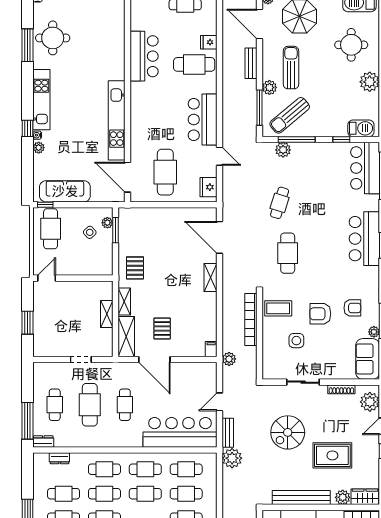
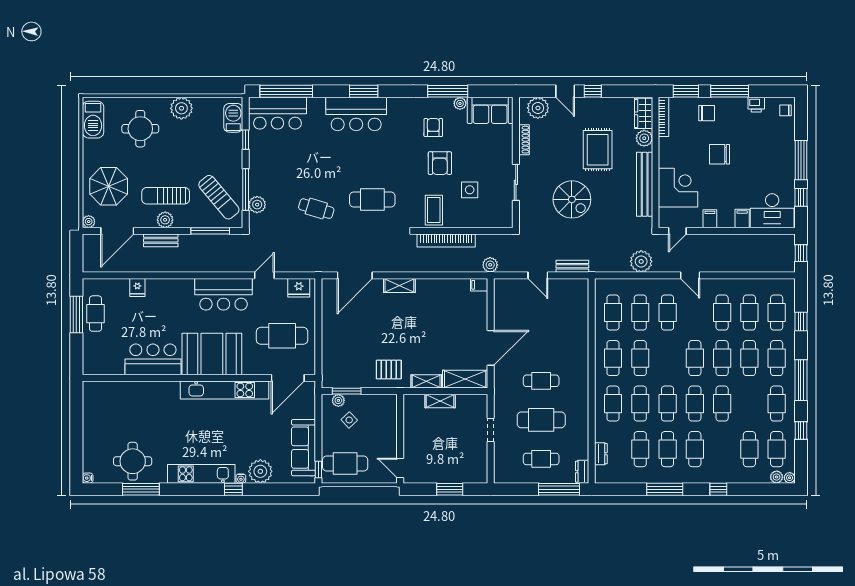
cafe table: (194, 64) -> (162, 304), removed
plant: (269, 87) -> (165, 220), moved
booth: (149, 109) -> (212, 354), added
plant: (39, 148) -> (260, 471), width x1.87, depth x1.87
pallet: (162, 329) -> (456, 339), removed
bar counter: (180, 432) -> (572, 319), removed
plant: (232, 458) -> (641, 261), moved

